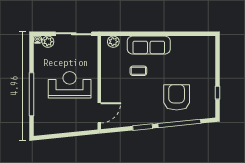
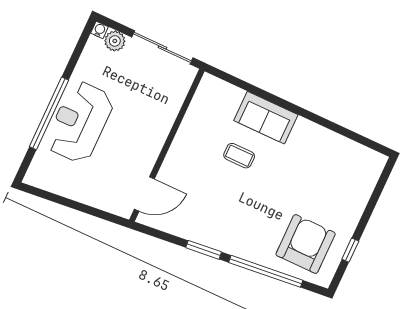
plant: (113, 42) -> (220, 90), removed
sofa: (149, 45) -> (266, 118), width x0.73
reception desk: (70, 85) -> (80, 122), moved, turned -90
armchair: (177, 97) -> (306, 244), moved

